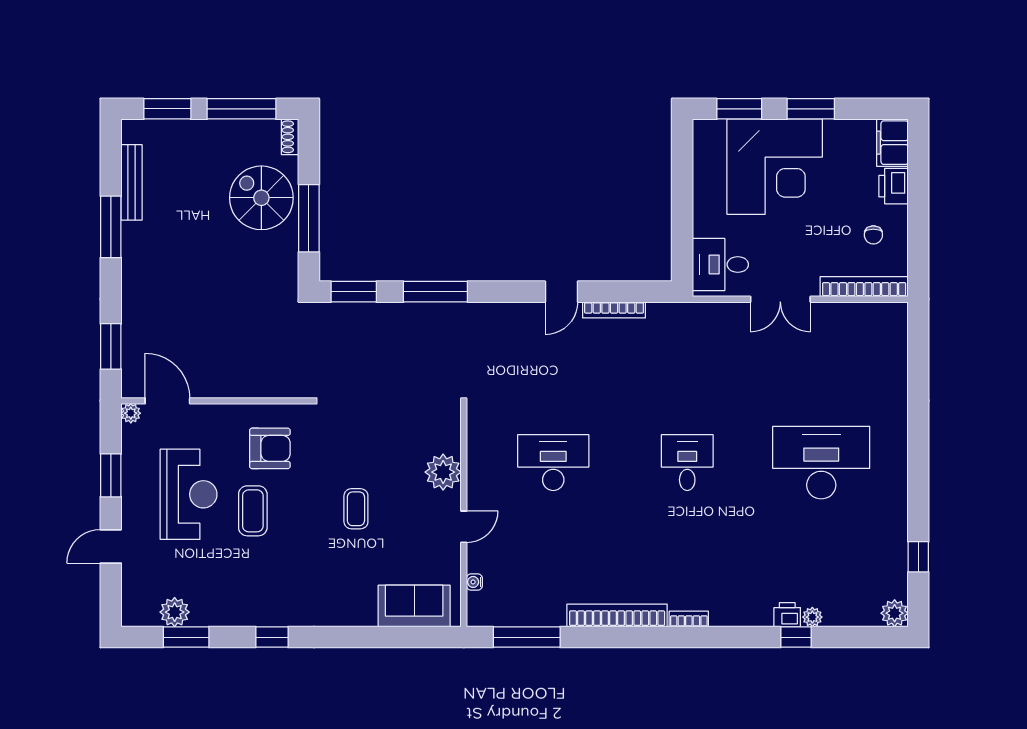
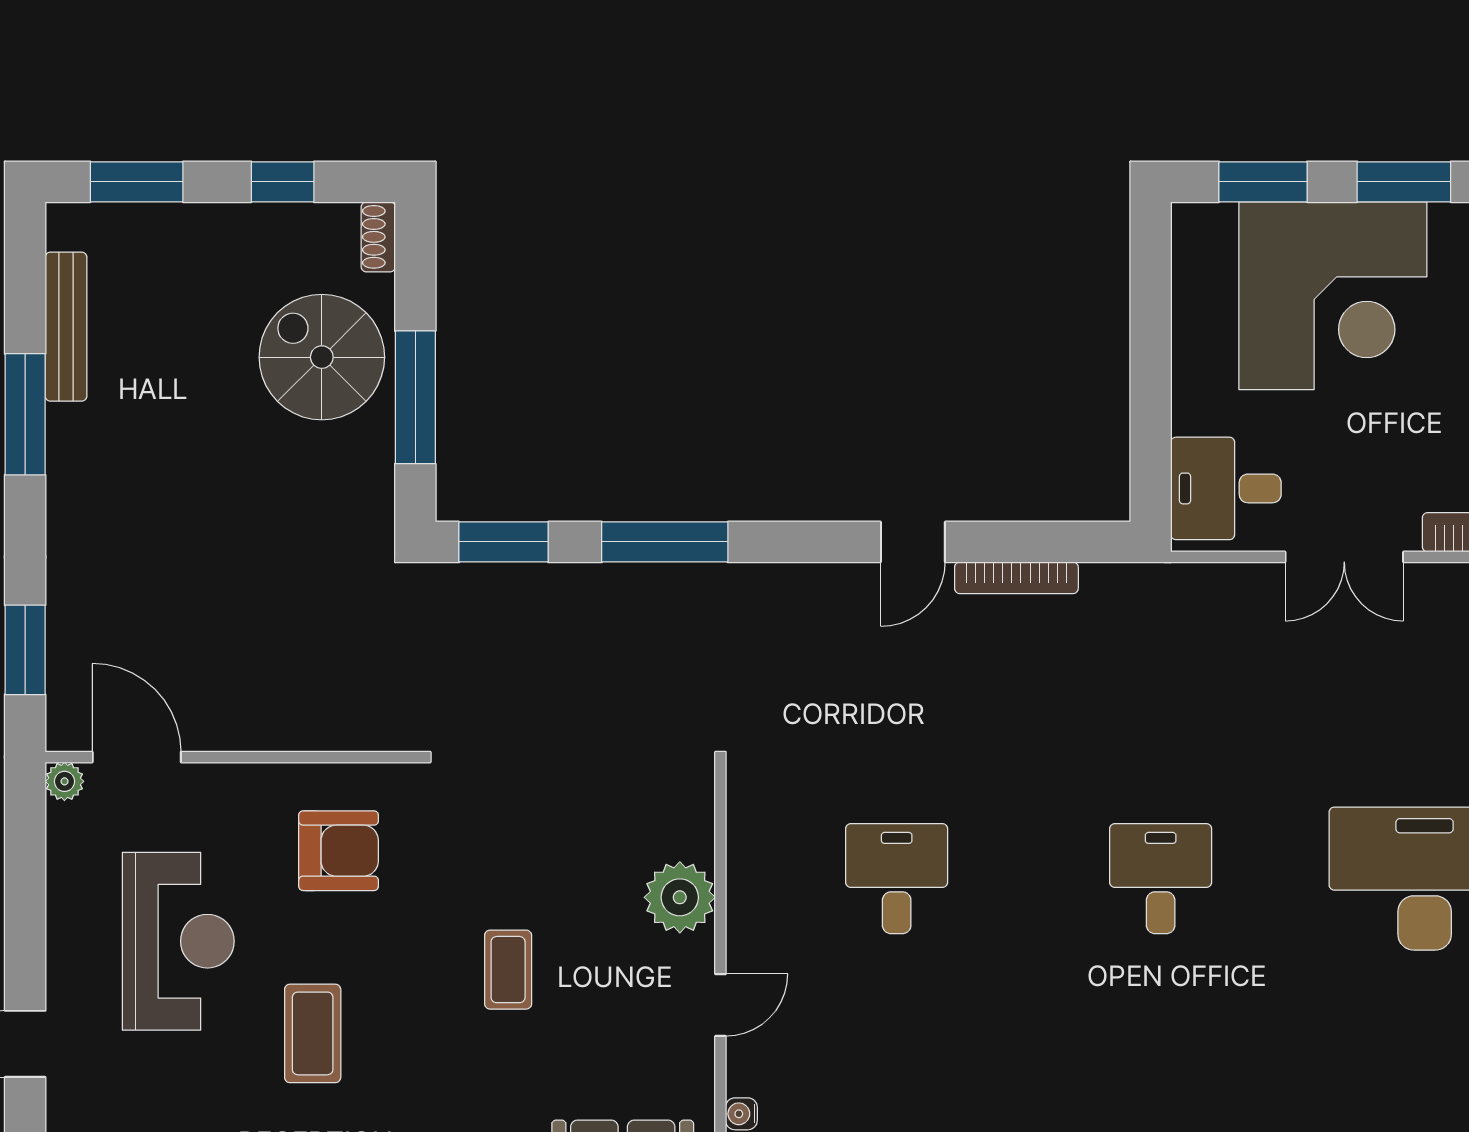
window: (241, 109) -> (283, 182), width x0.46
desk: (553, 463) -> (897, 879), width x0.73
window: (111, 475) -> (25, 904), removed
coffee table: (253, 511) -> (313, 1033), moved

